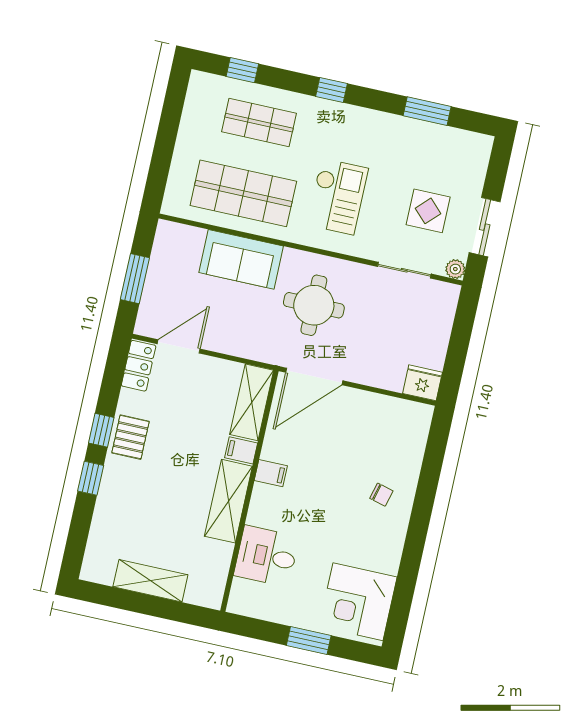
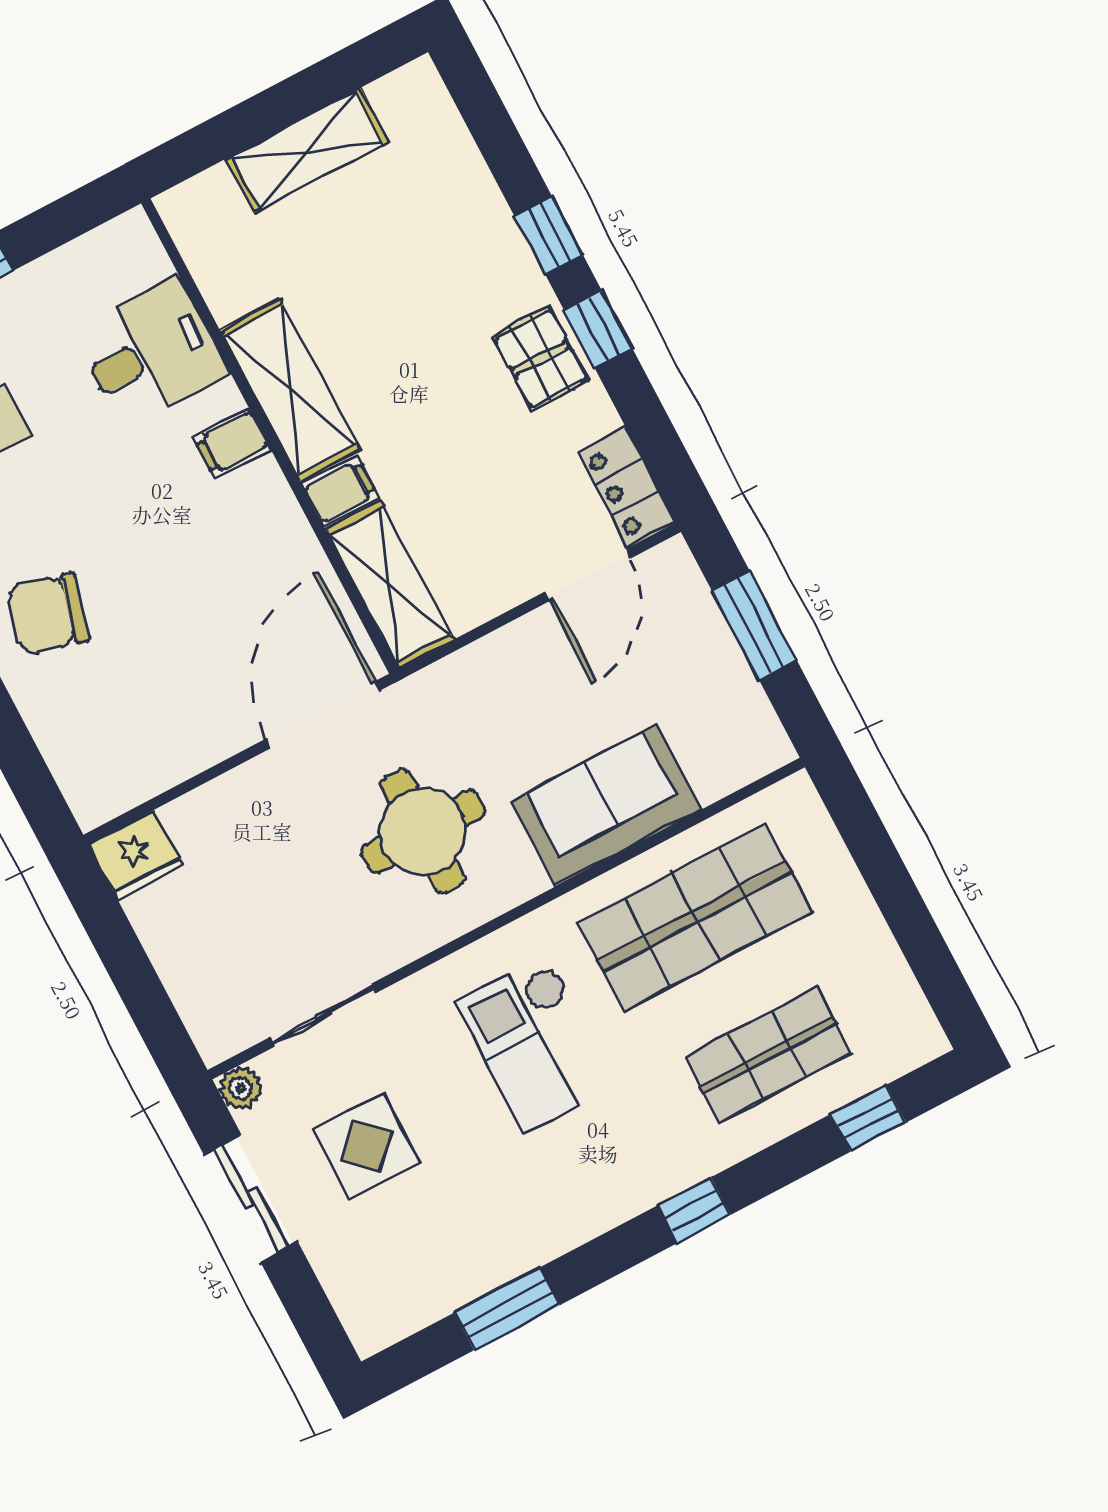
filing cabinet: (271, 473) -> (232, 443), moved
chair: (381, 495) -> (48, 614), width x1.87, depth x1.87

